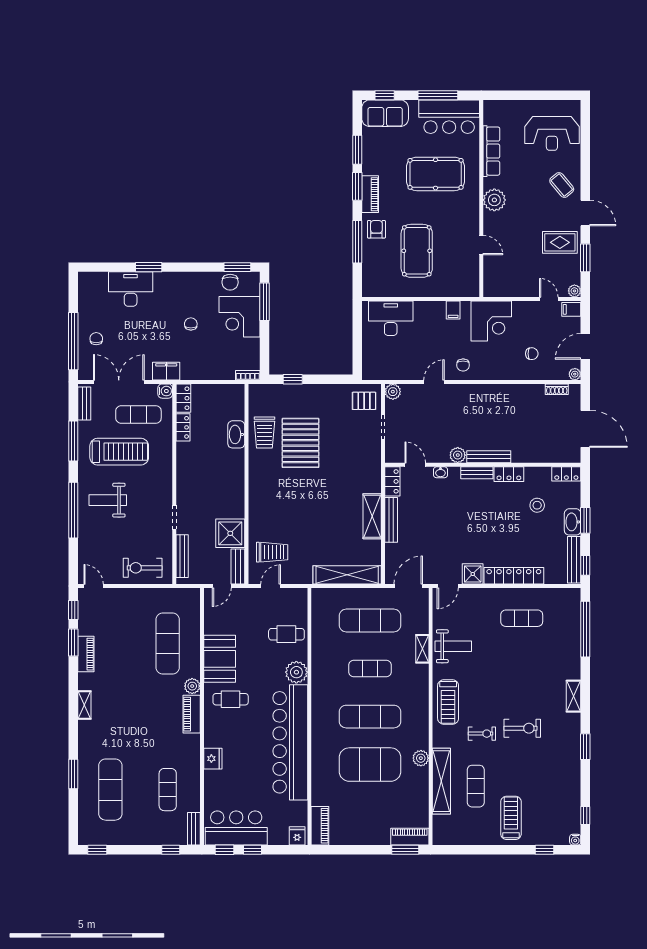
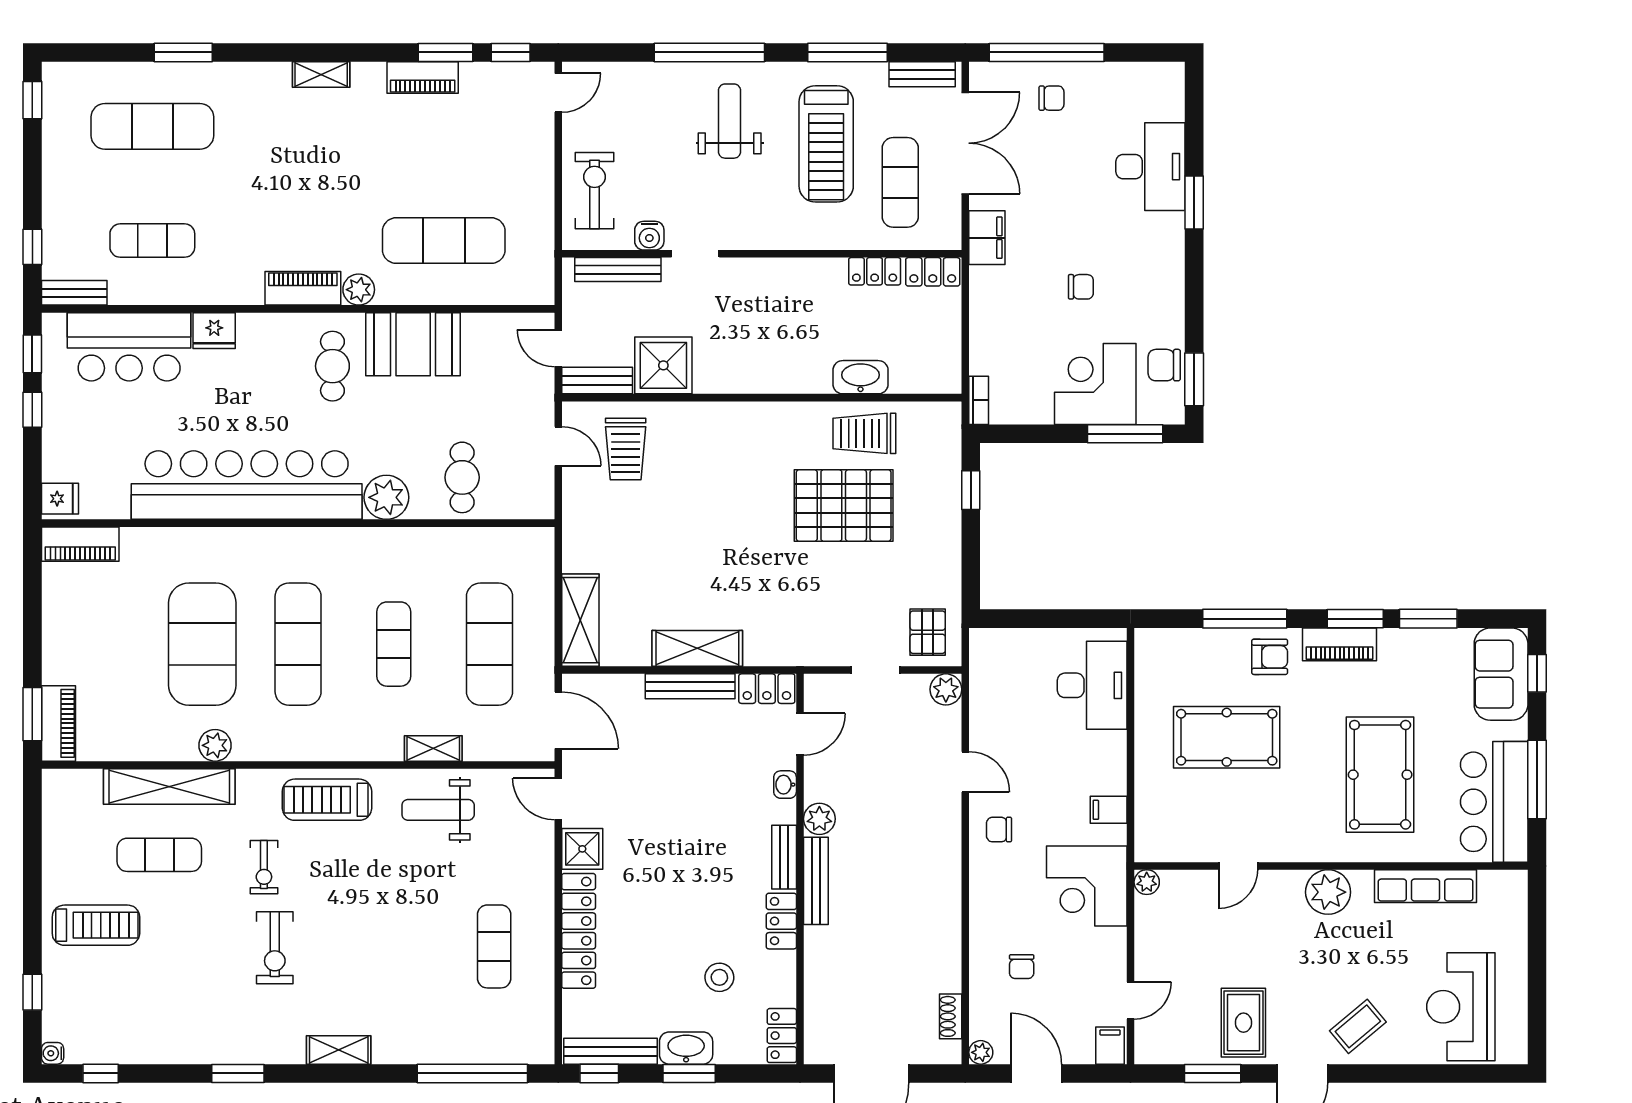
plant: (574, 291) -> (1147, 882), moved
water cooler: (165, 391) -> (649, 236), moved
shelving: (347, 575) -> (580, 620), width x0.68
weight bench: (453, 646) -> (438, 810), turned 90
bar counter: (236, 828) -> (129, 347), moved, turned 90

